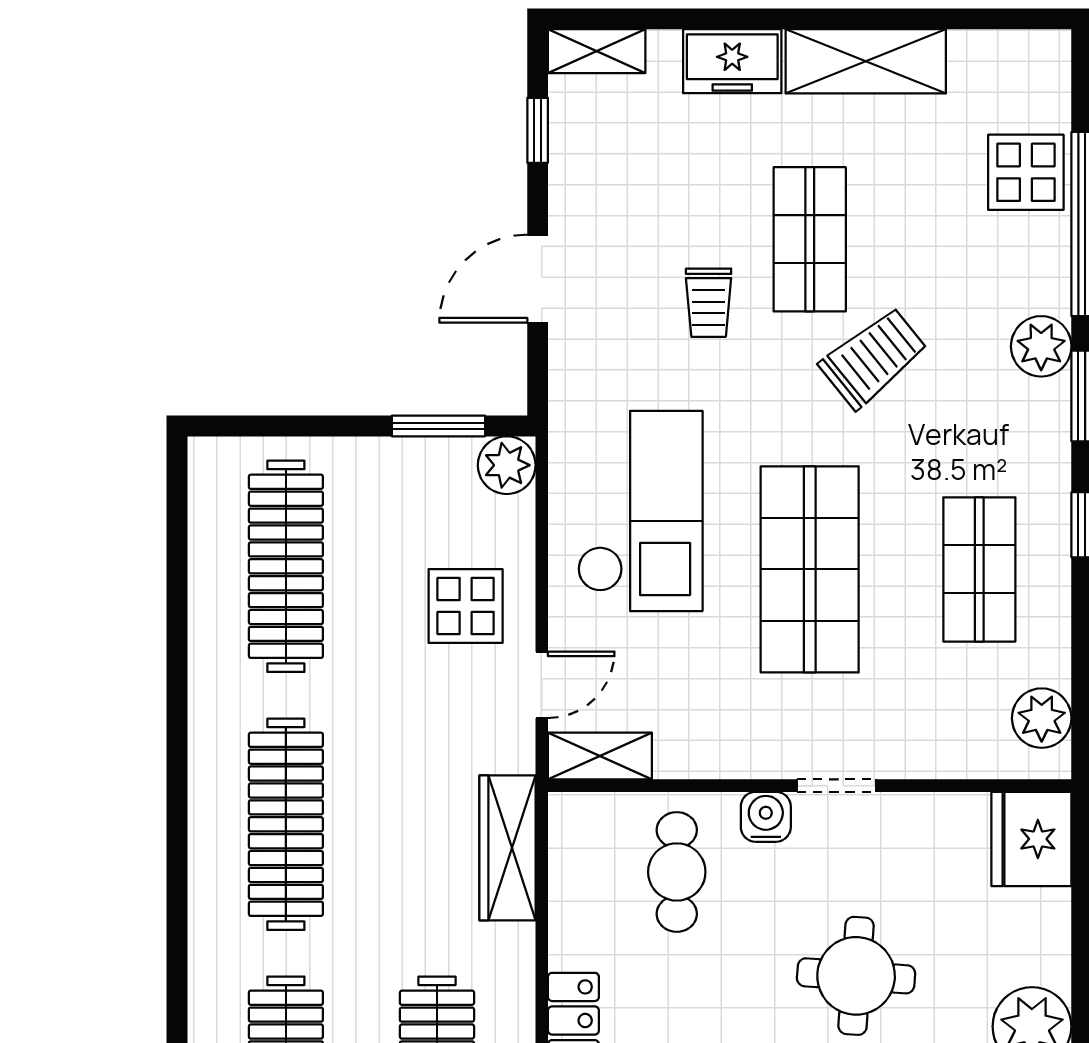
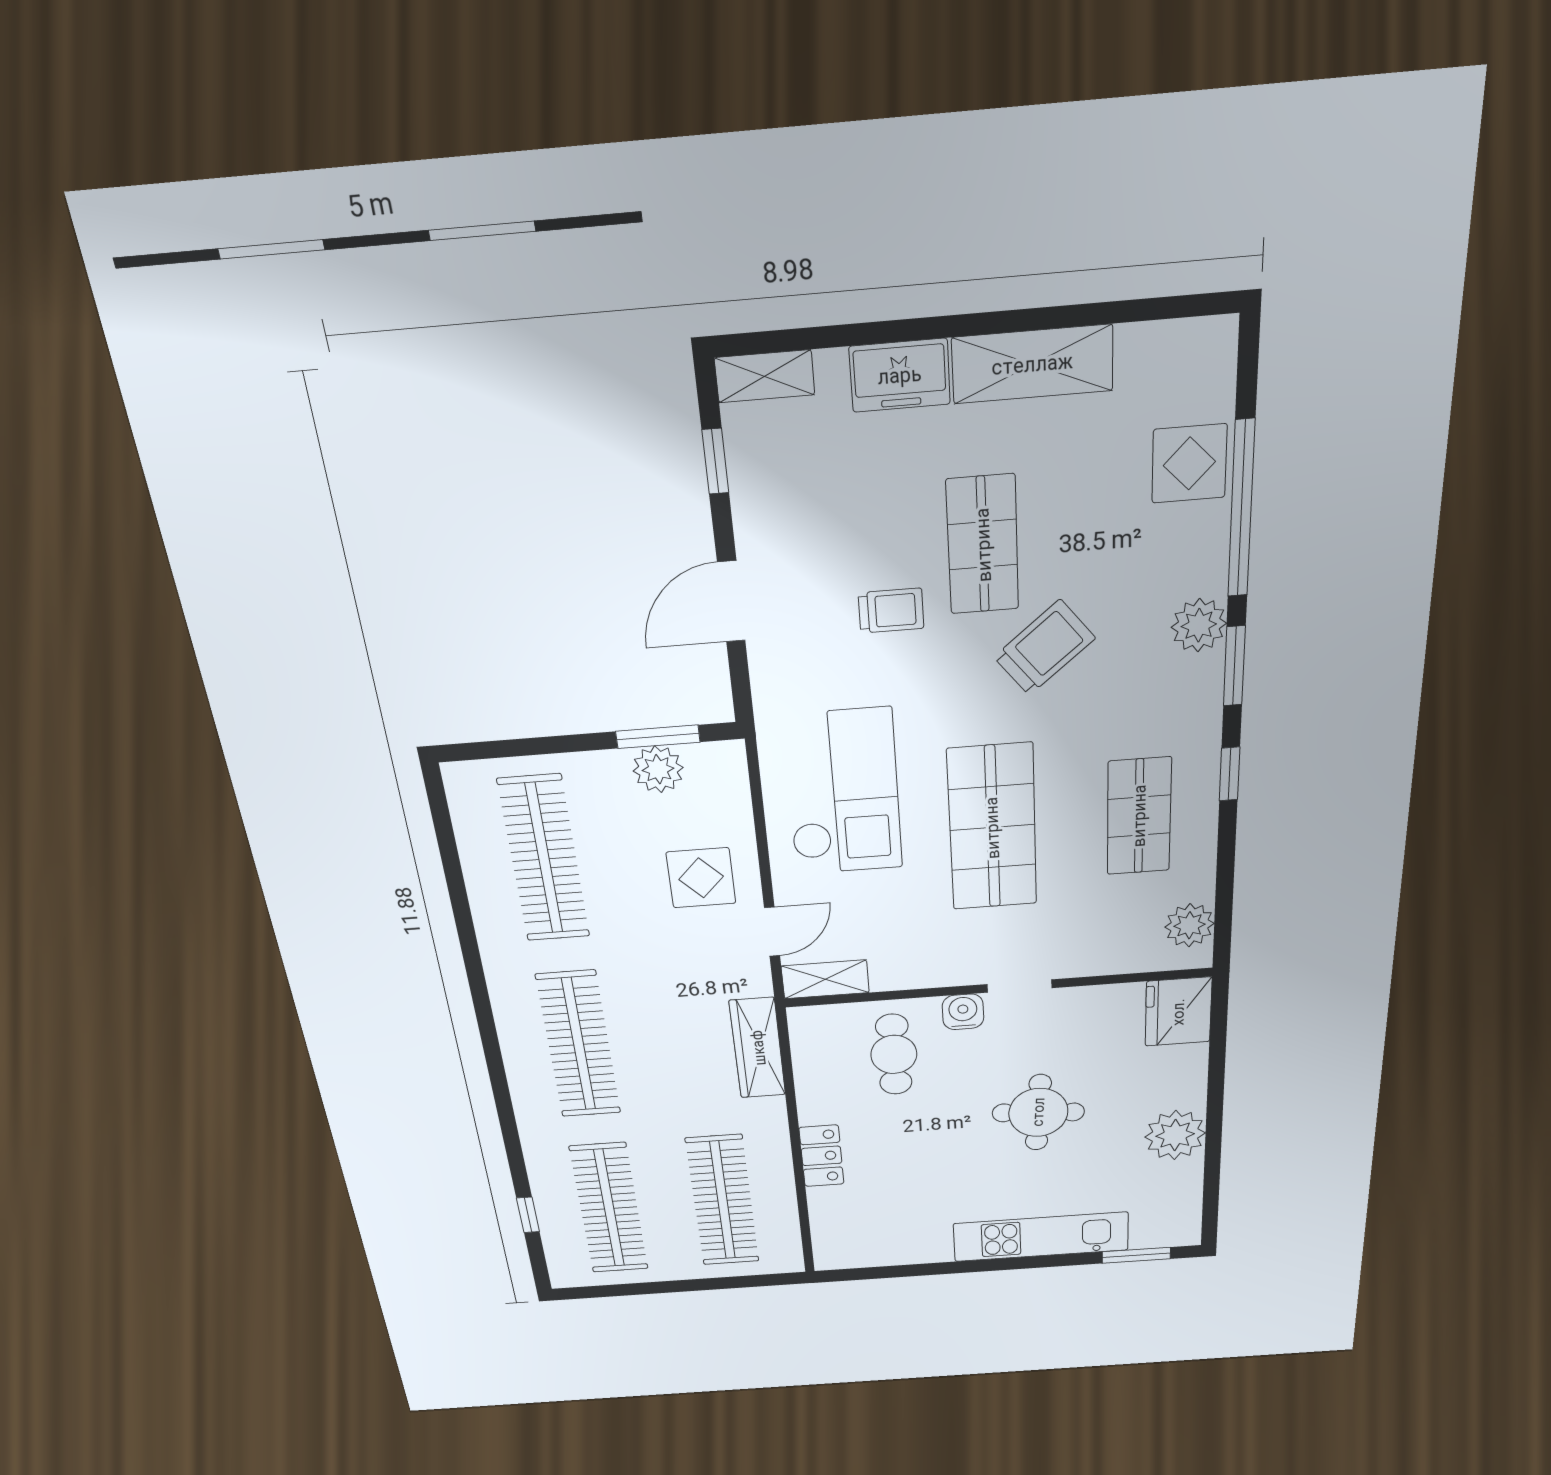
trolley: (709, 303) -> (891, 611), turned -90
plant: (507, 465) -> (658, 769), moved

